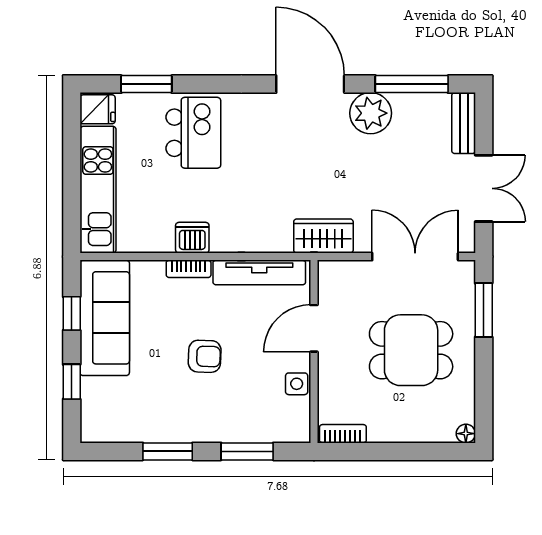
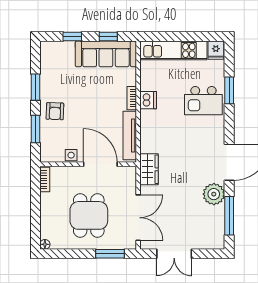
window: (146, 84) -> (229, 90), moved
bench: (464, 123) -> (209, 243), removed
door: (314, 328) -> (100, 164), width x1.36
armchair: (205, 356) -> (55, 111), moved

